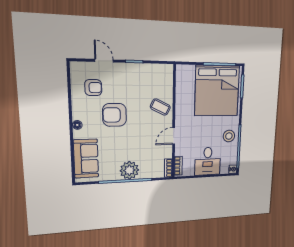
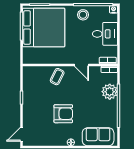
door: (104, 61) -> (21, 134), moved
armchair: (93, 88) -> (42, 129), removed
armchair: (114, 115) -> (63, 114), turned -90
plant: (129, 170) -> (110, 92), moved

